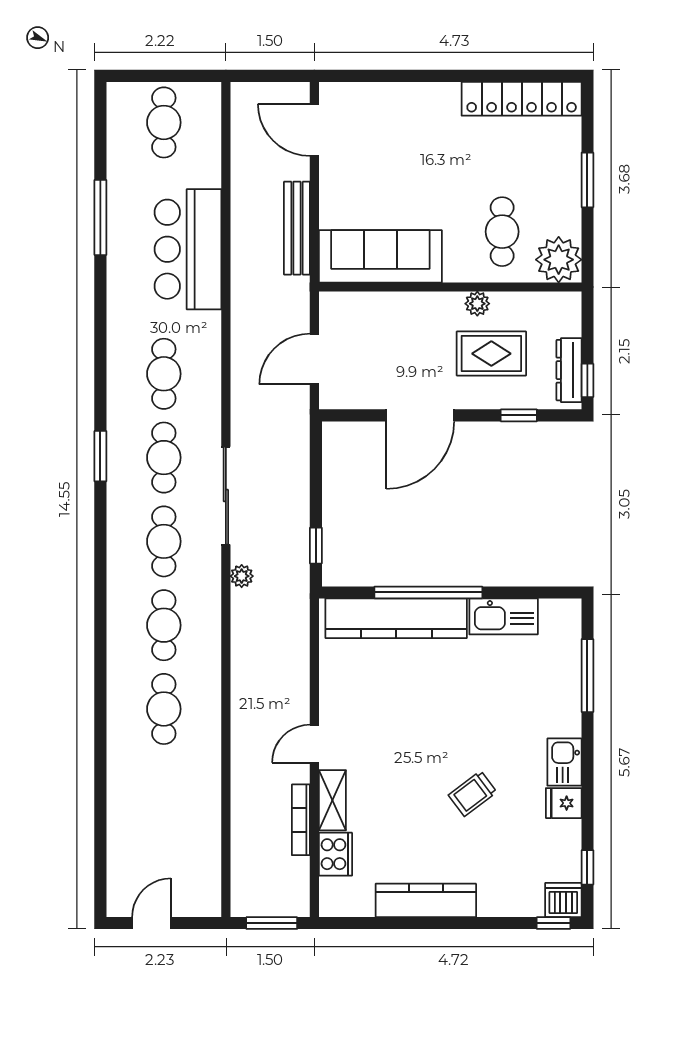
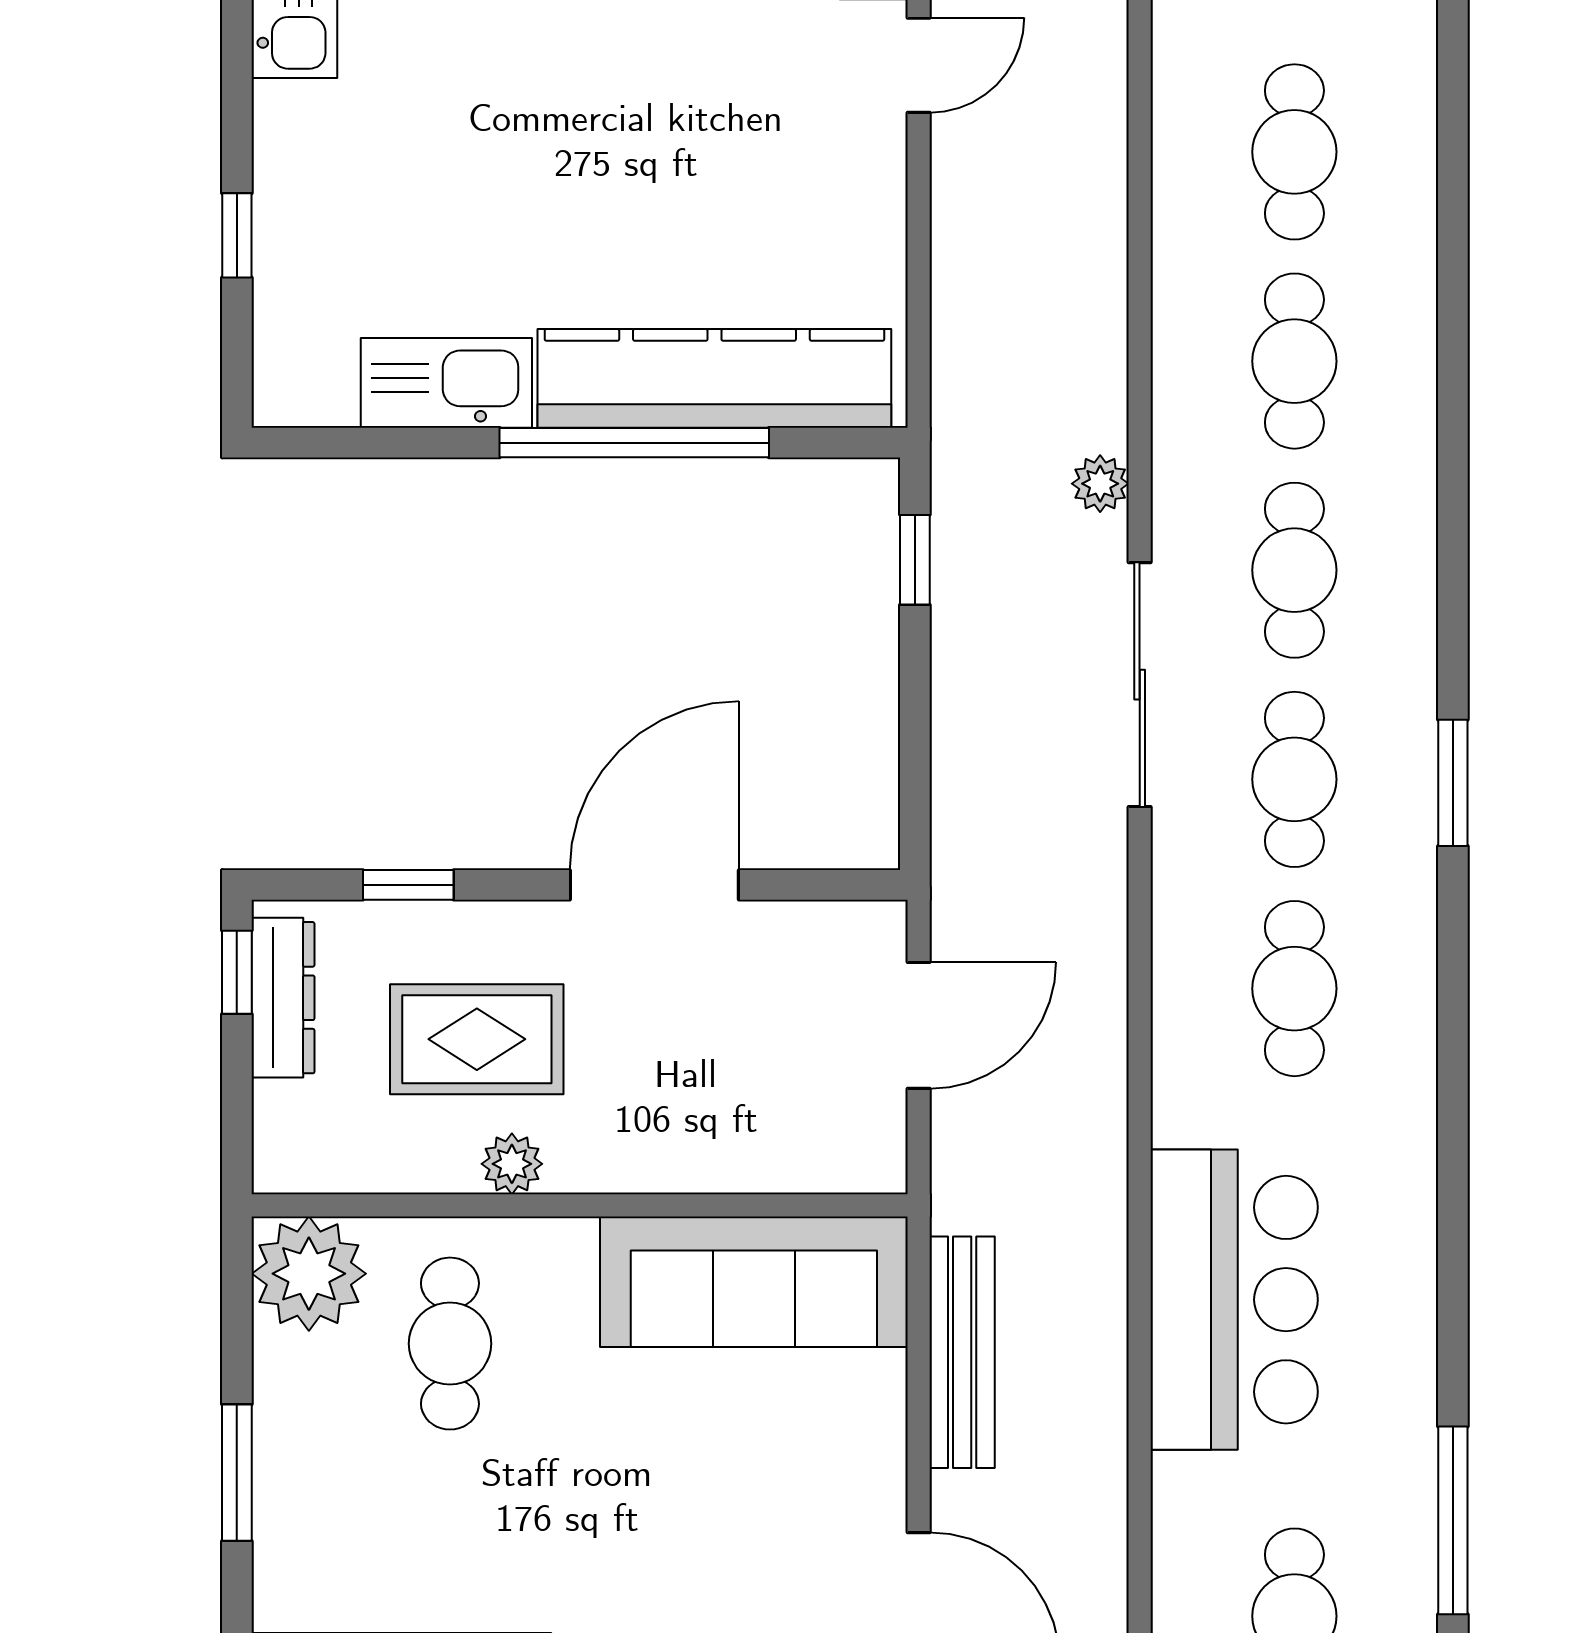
window: (100, 217) -> (1453, 1520), moved
window: (587, 676) -> (237, 235), width x0.46

